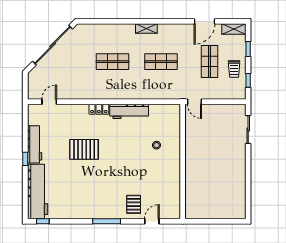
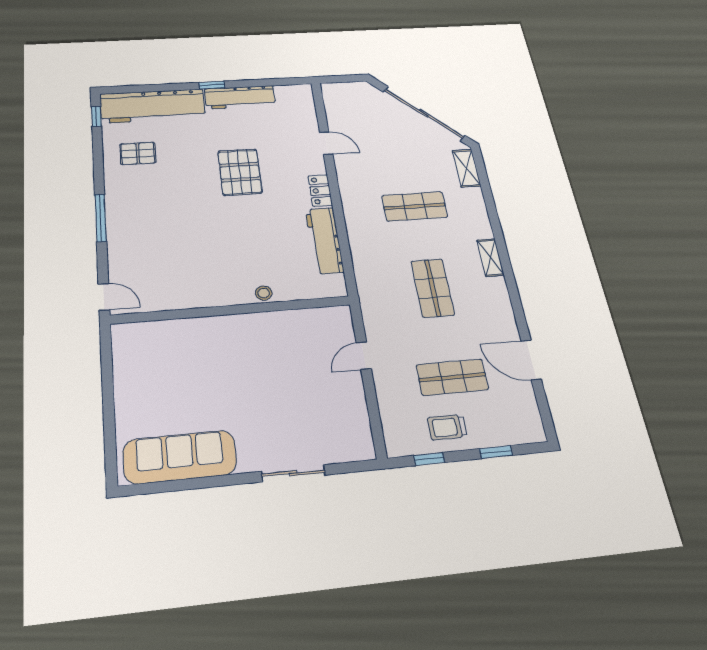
shelving: (234, 29) -> (466, 168), moved
shop shelf: (112, 62) -> (415, 206), turned 90
door: (49, 102) -> (326, 143), moved
sliding door: (248, 130) -> (293, 473), moved
wall: (183, 162) -> (232, 310), moved
sofa: (235, 191) -> (180, 457), added
pallet: (134, 204) -> (138, 153), moved

